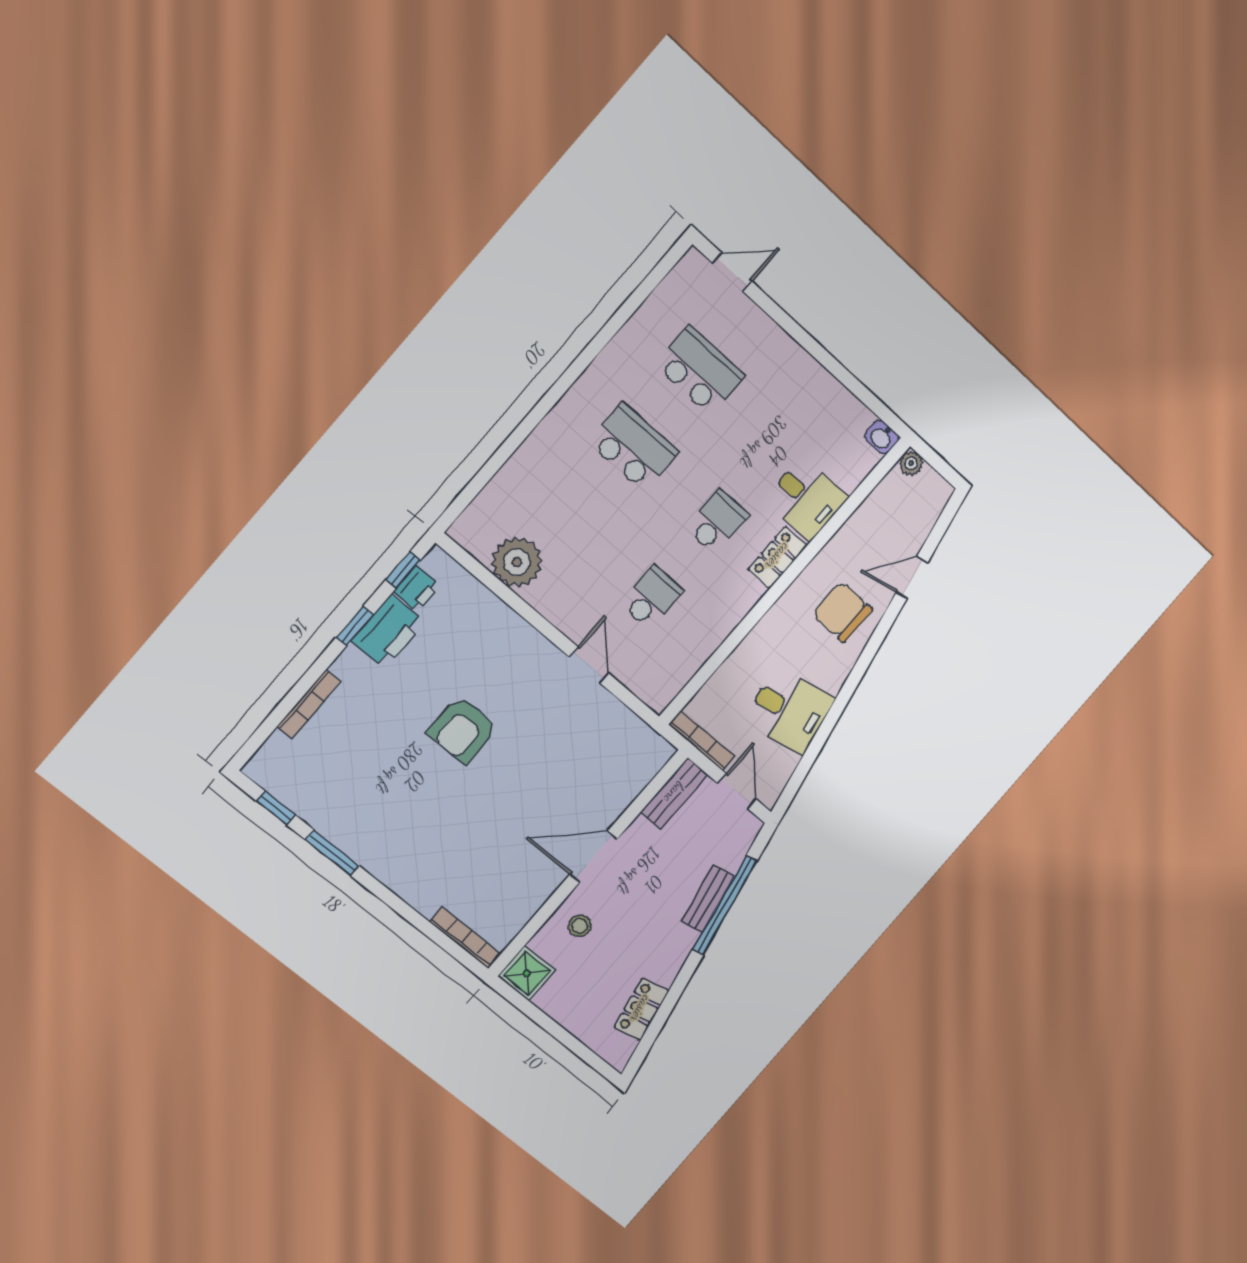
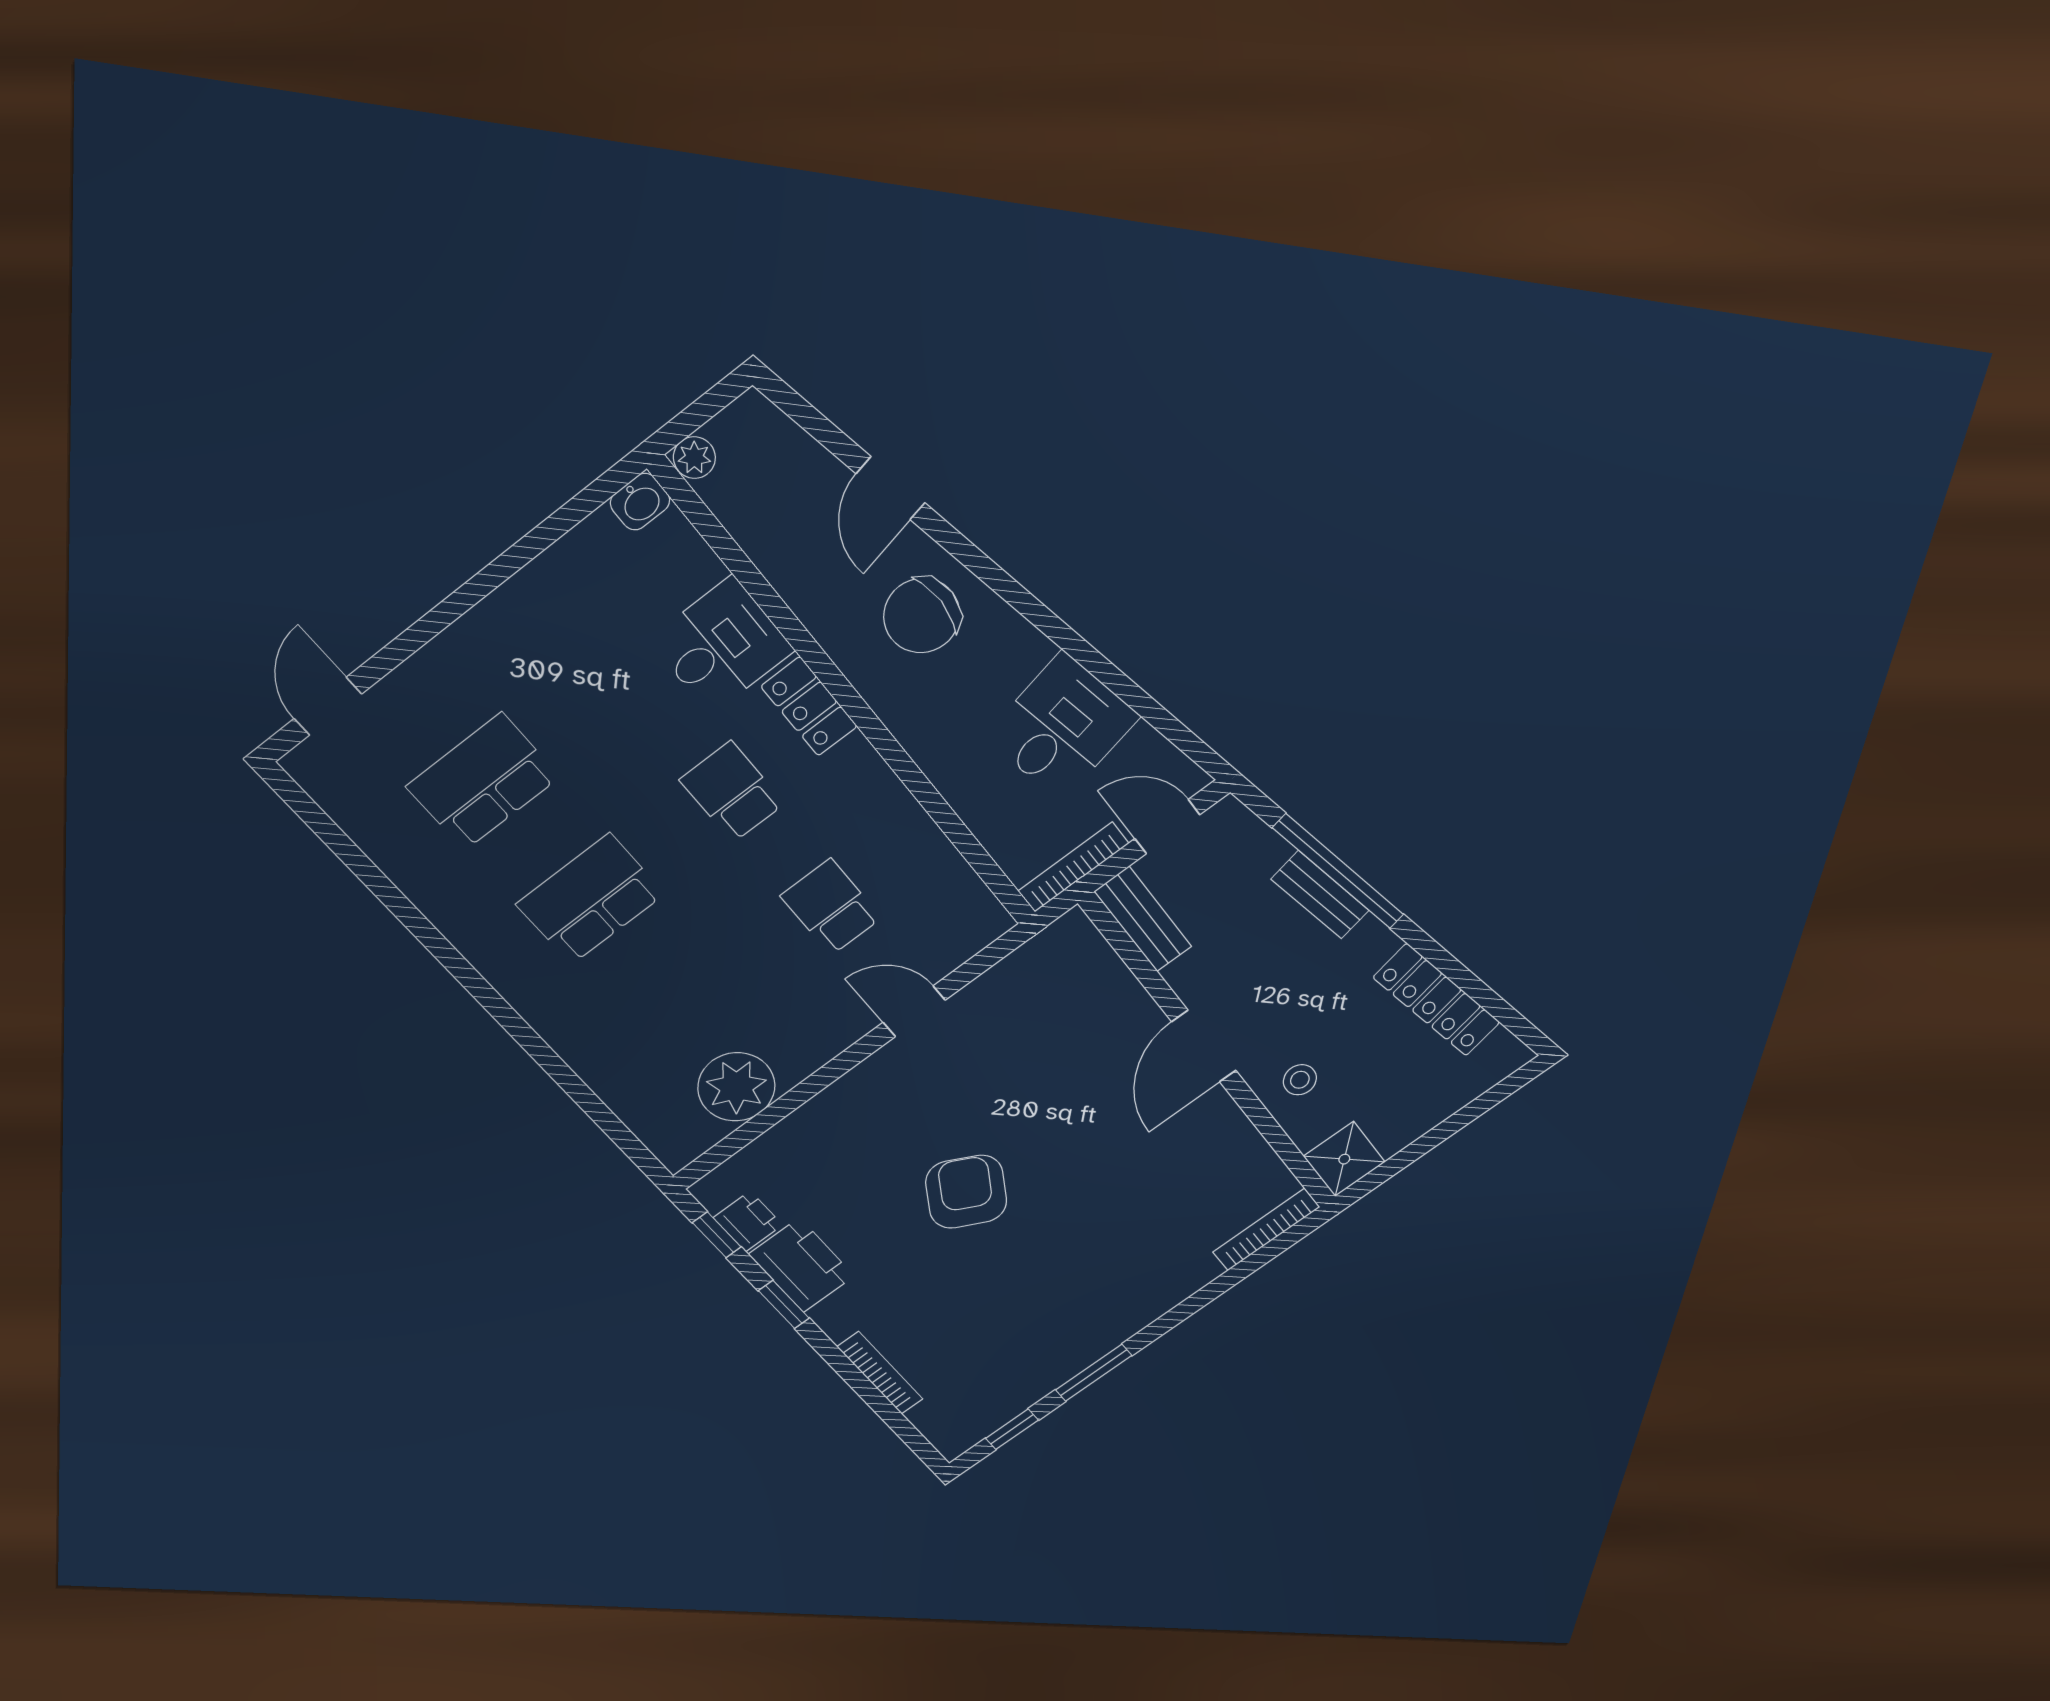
armchair: (463, 730) -> (966, 1192), turned -151
locker: (641, 1009) -> (1437, 1000), width x1.53

